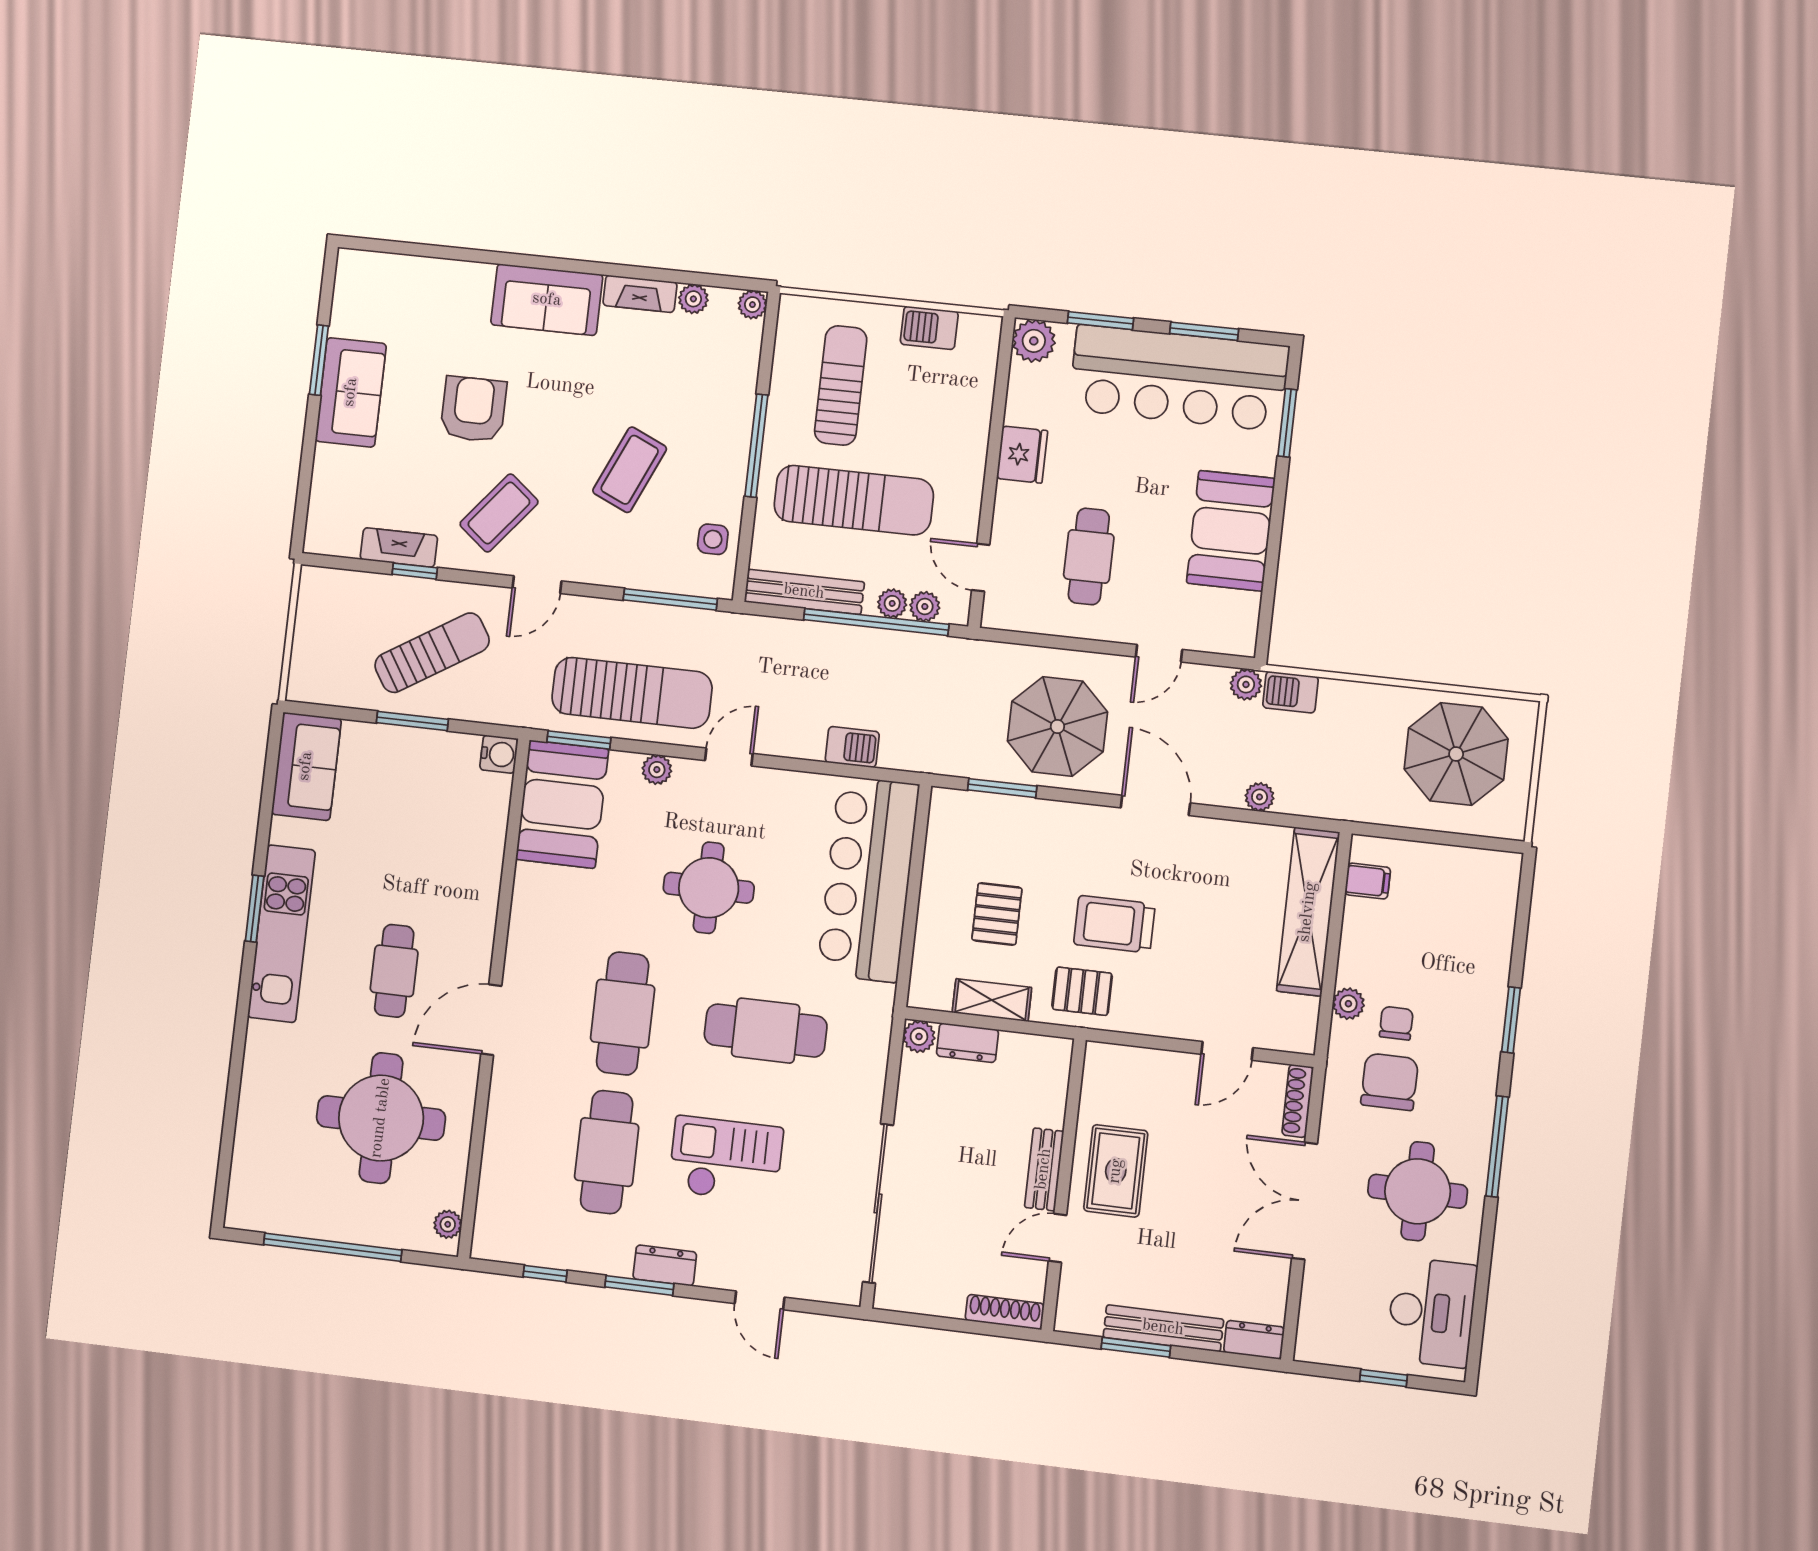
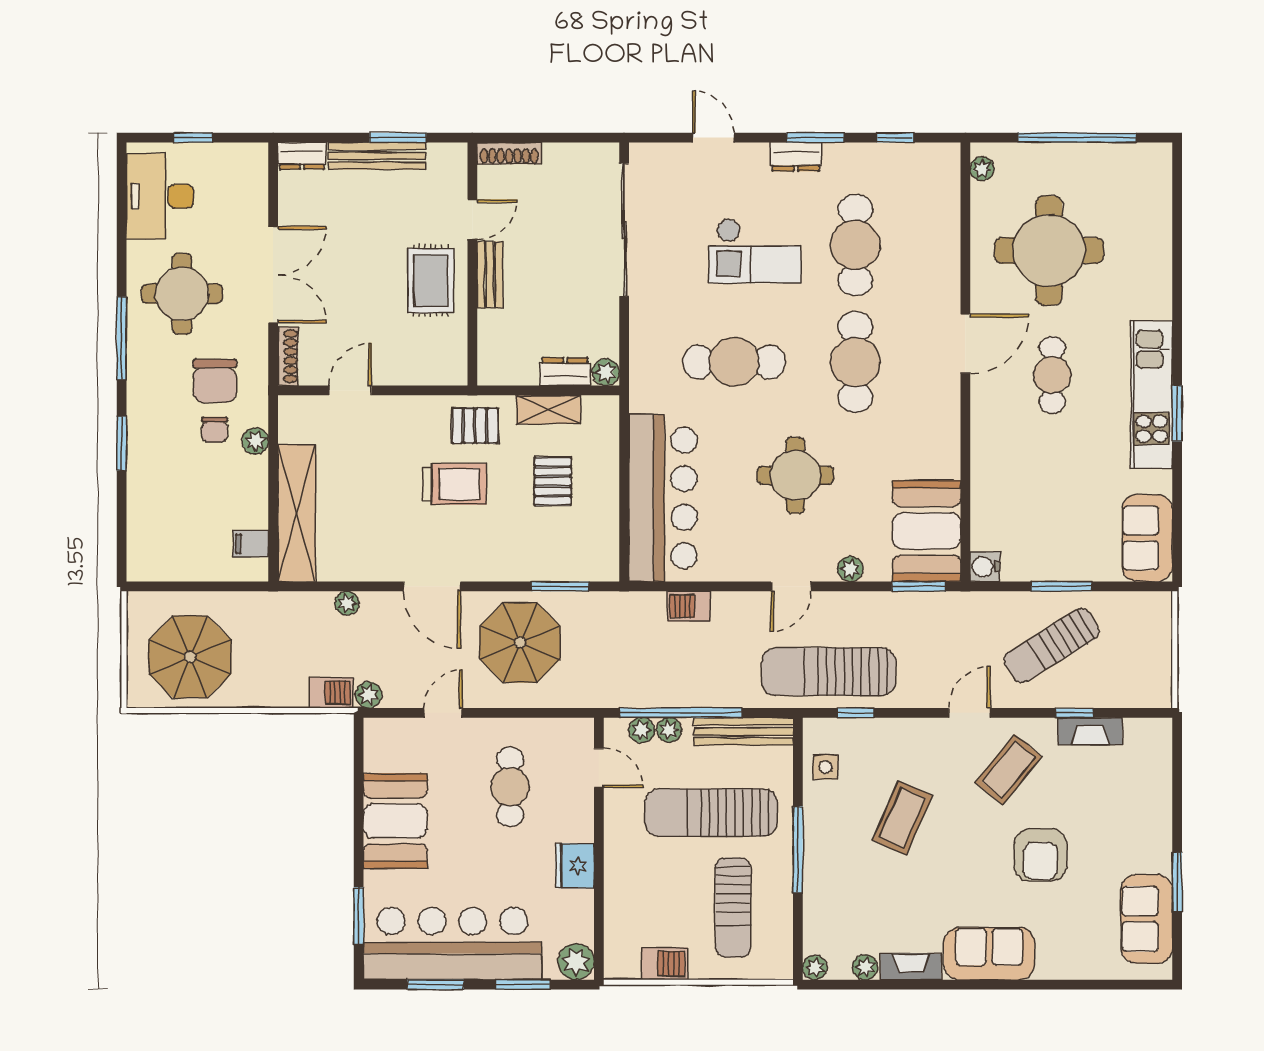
sofa: (351, 392) -> (1147, 919), moved
window: (670, 599) -> (856, 713), width x0.46
sun lounger: (632, 693) -> (829, 672), moved

